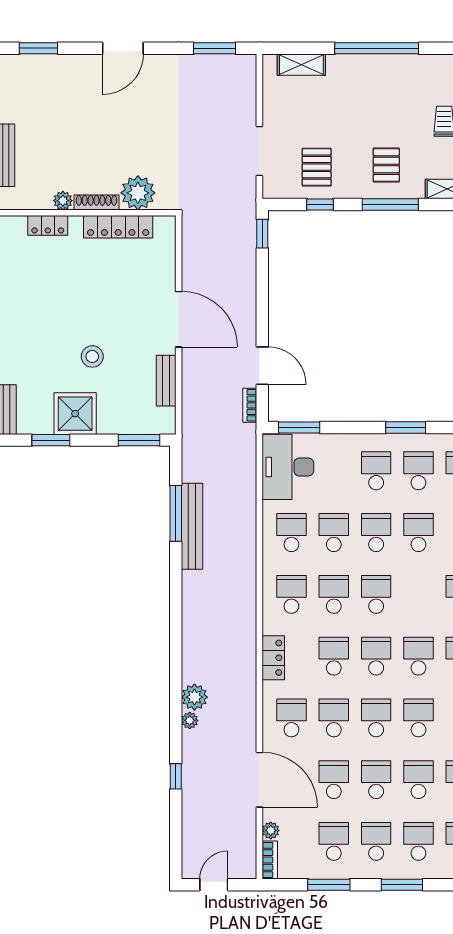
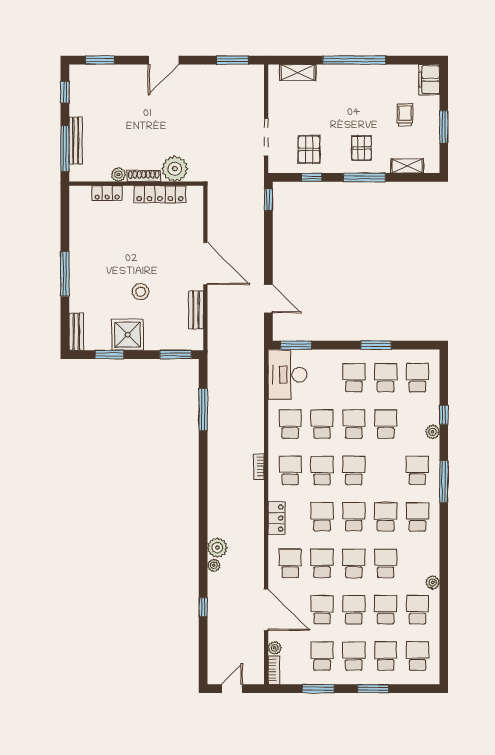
bookcase: (250, 405) -> (259, 467), moved
bench: (192, 526) -> (215, 419), removed

